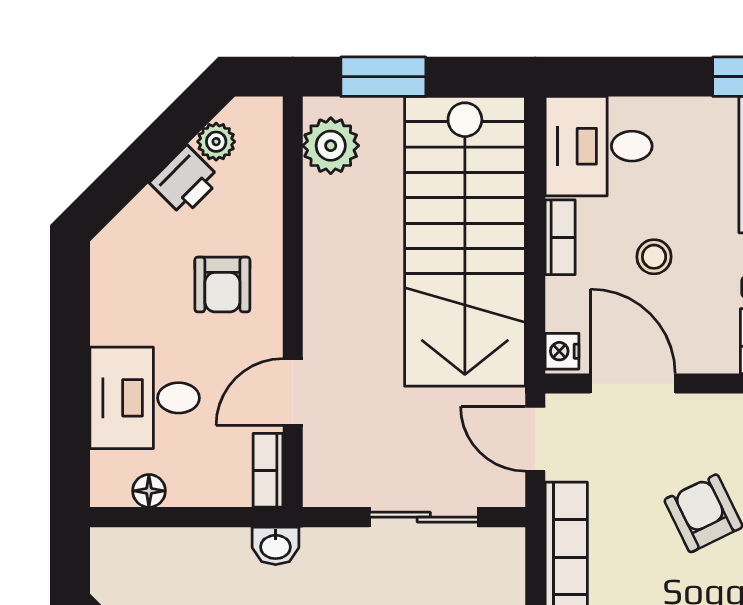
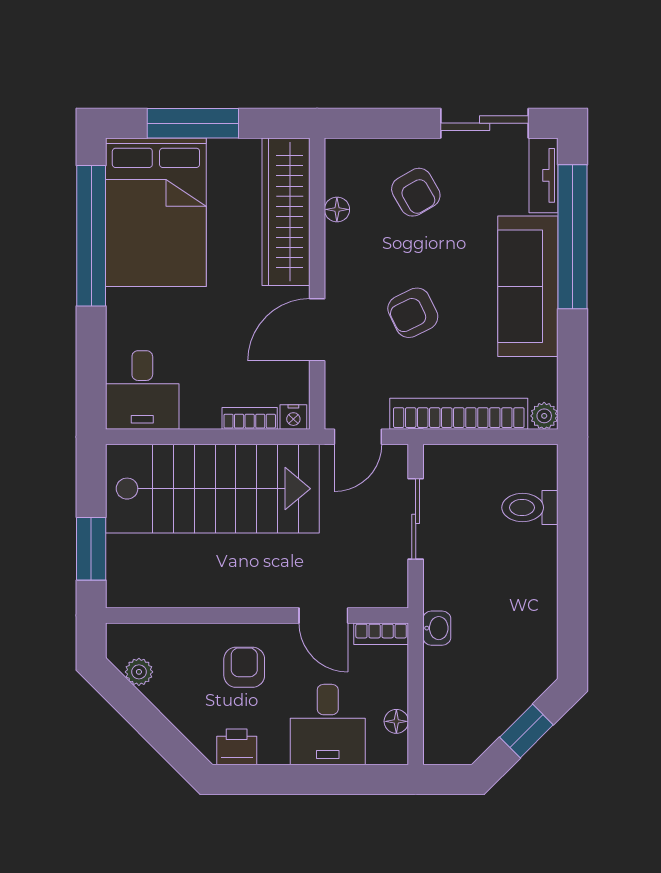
plant: (331, 146) -> (142, 587), removed
printer: (185, 181) -> (237, 747), moved, turned -45
bookcase: (560, 237) -> (250, 418), moved
stool: (654, 257) -> (224, 349), removed
armchair: (222, 284) -> (244, 667), turned -90
door: (633, 384) -> (317, 330), moved

